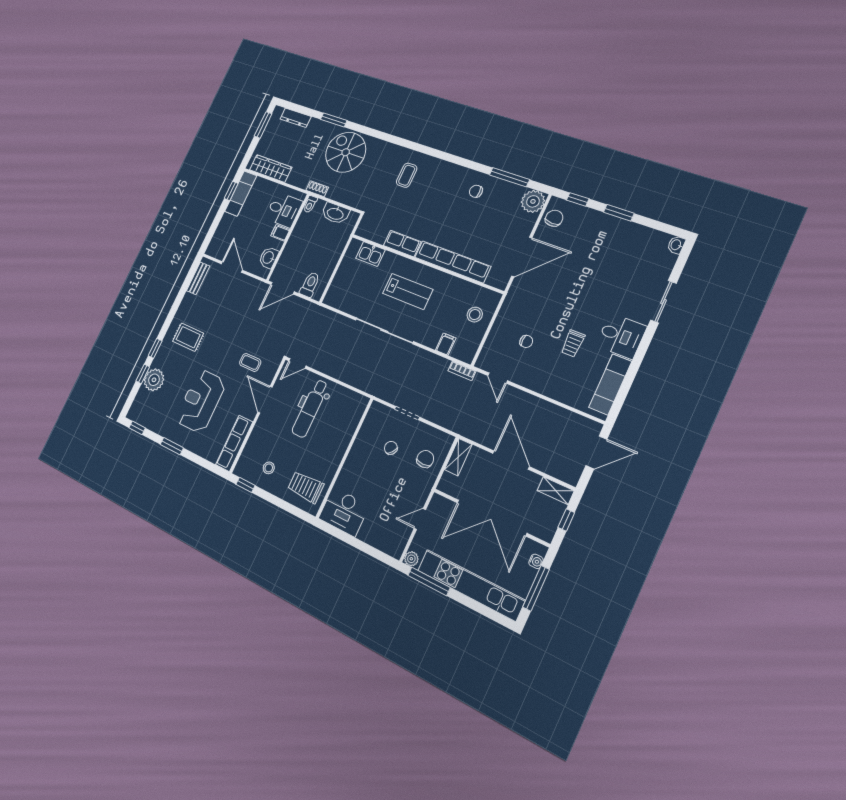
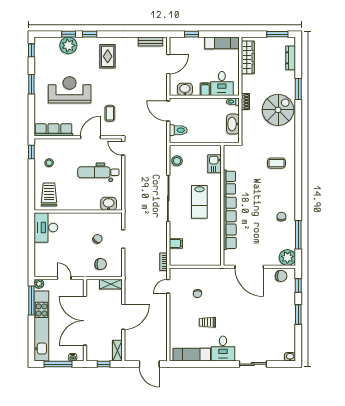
window: (231, 191) -> (191, 34), moved
stool: (475, 315) -> (177, 161), moved
washbasin: (354, 413) -> (109, 204), added

